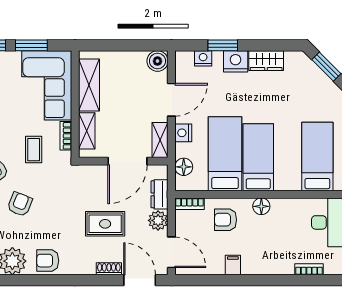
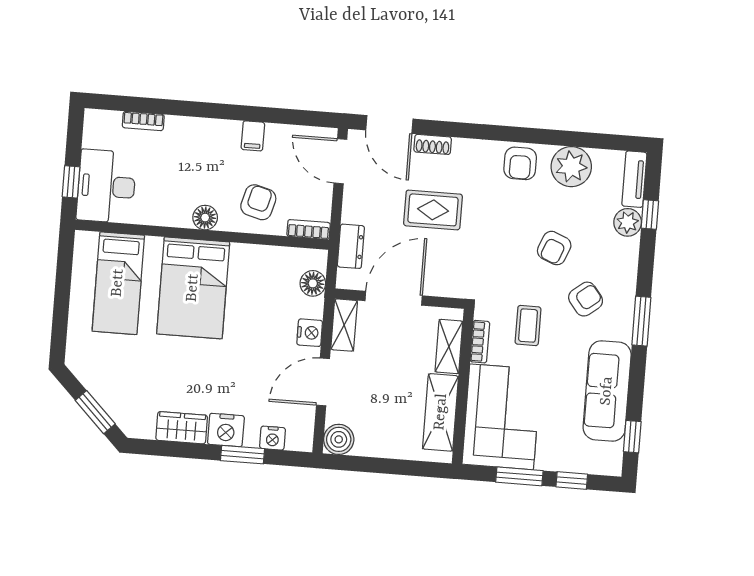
bed: (225, 154) -> (252, 298), removed
bed: (258, 157) -> (193, 288), width x1.50
plant: (158, 220) -> (356, 209), removed
armchair: (226, 220) -> (258, 202), turned -75
armchair: (48, 261) -> (520, 163), turned 90

